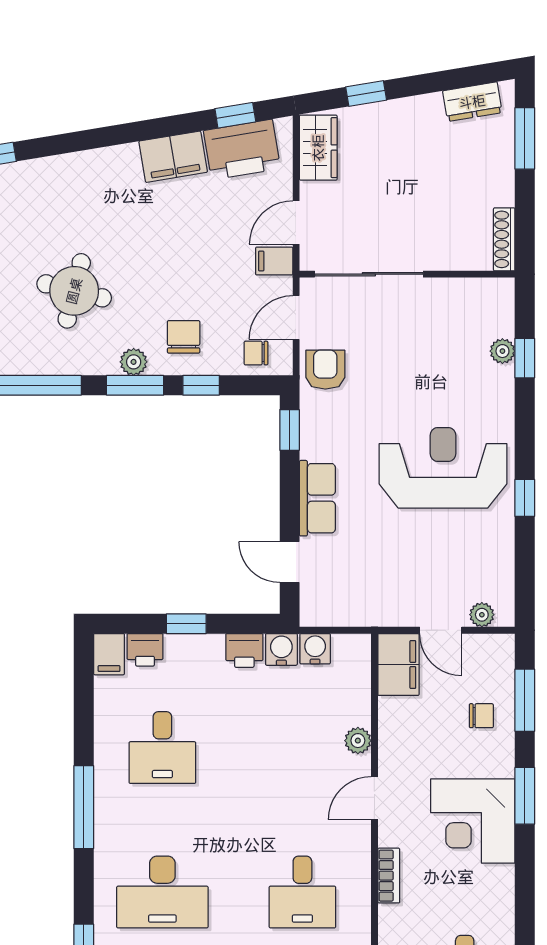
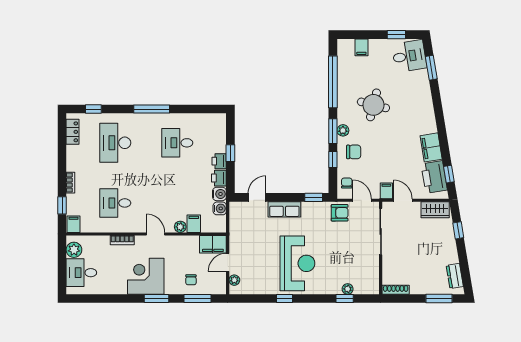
printer: (145, 650) -> (219, 161), moved
filing cabinet: (109, 654) -> (194, 224), moved, turned 90

